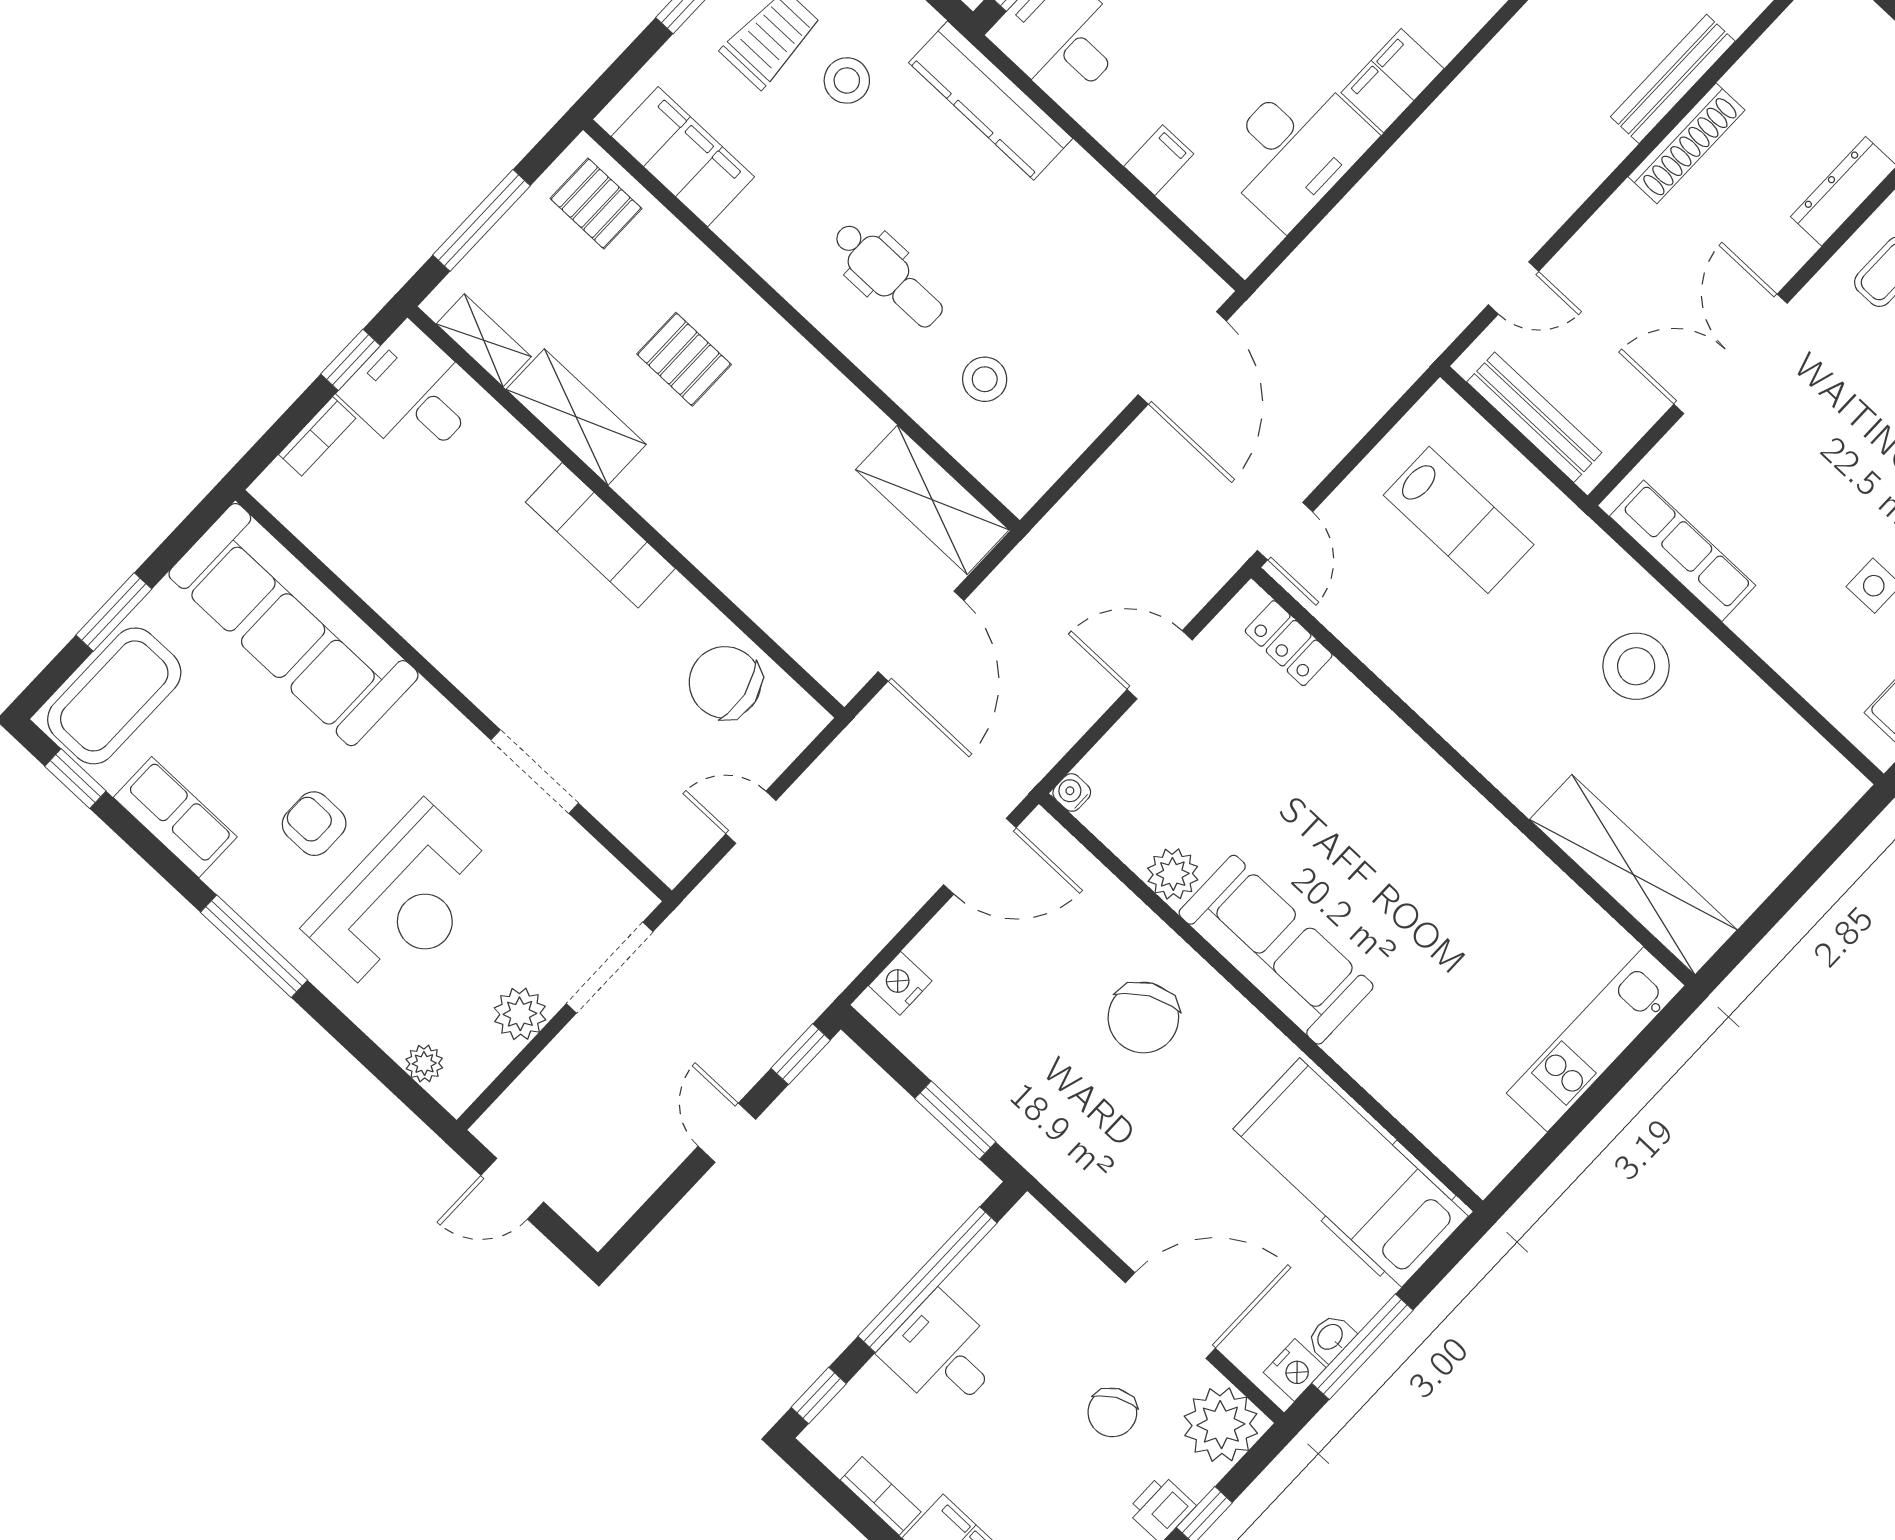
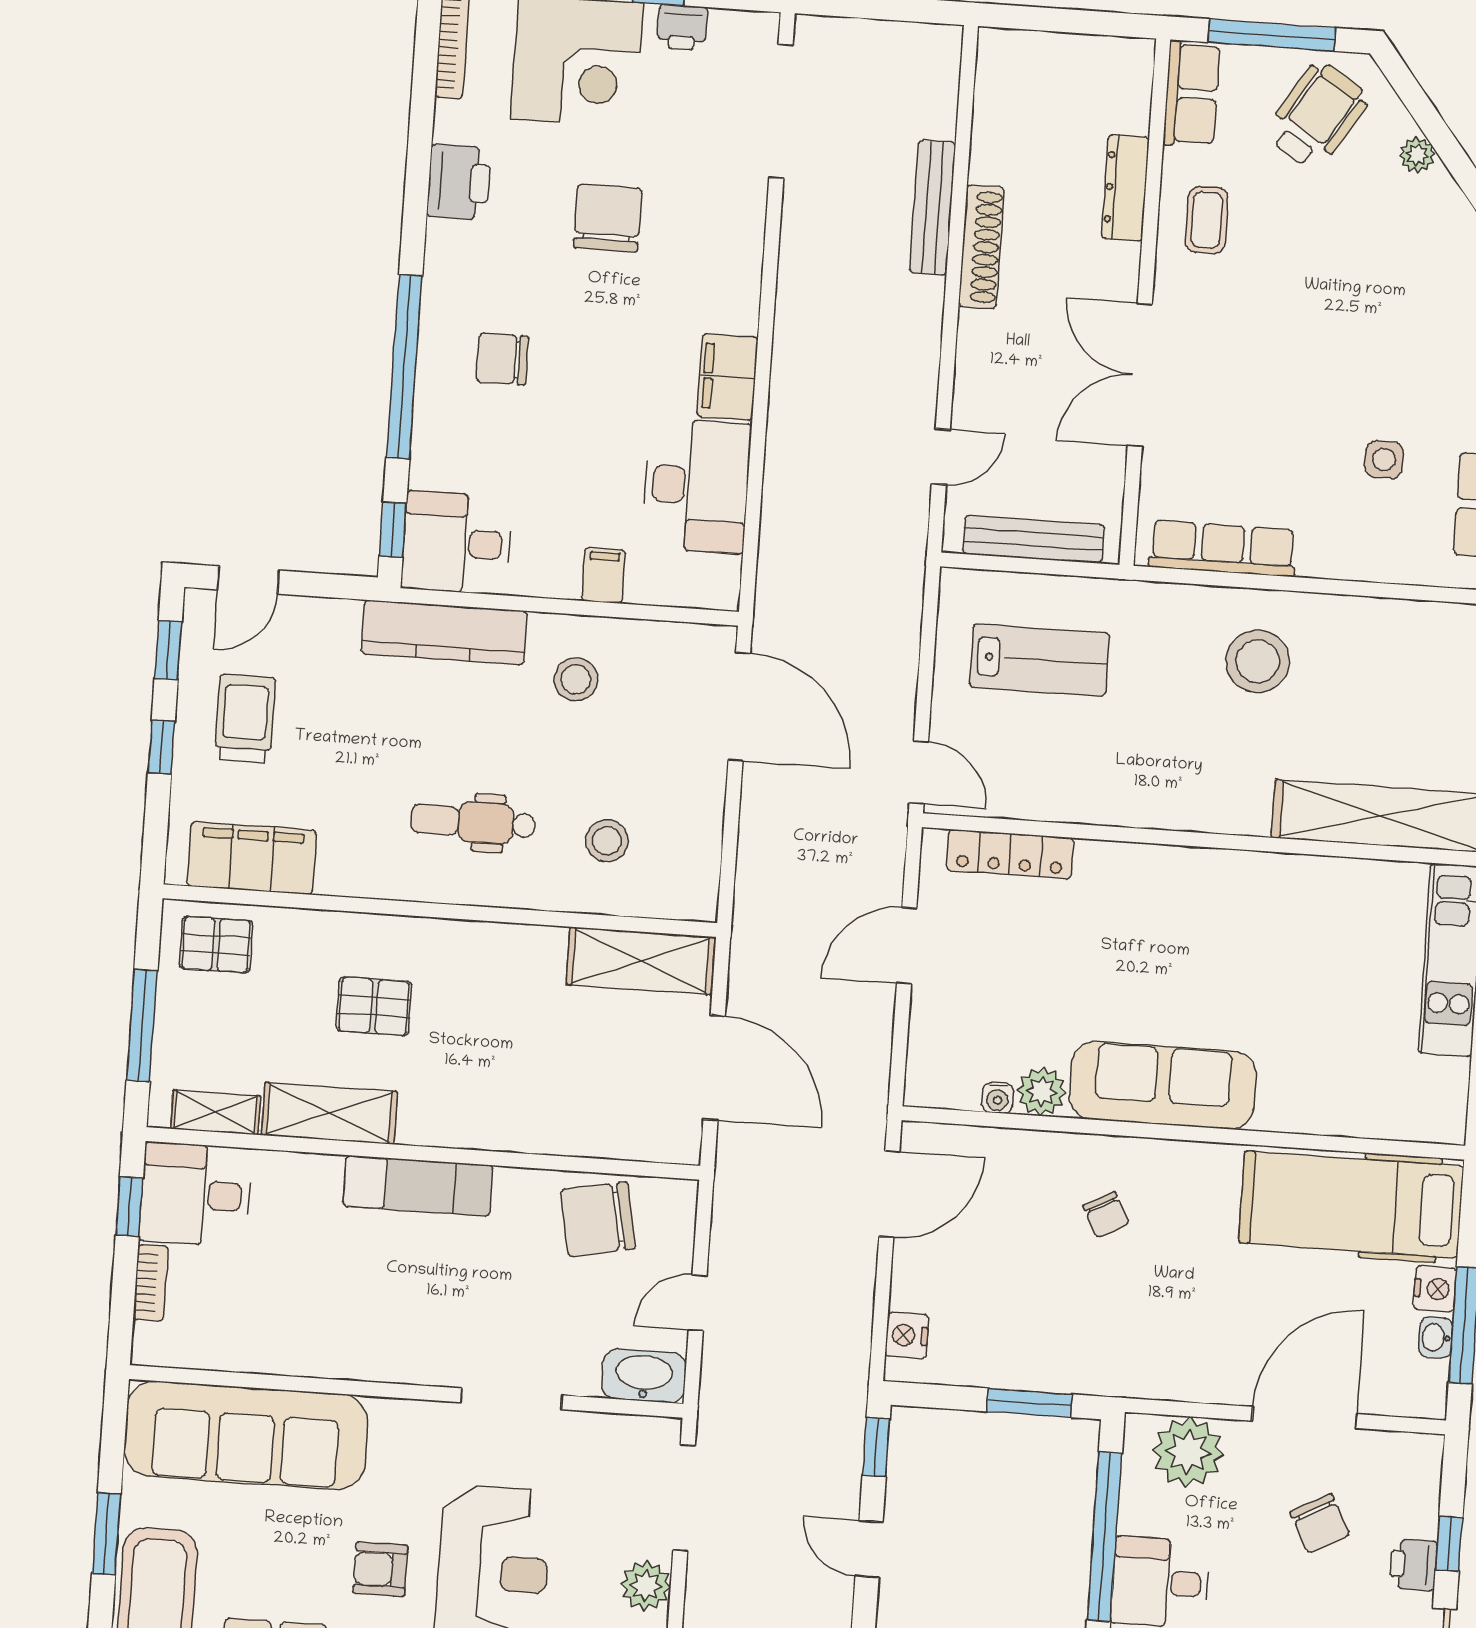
stool: (847, 80) -> (576, 680), moved
dental chair: (888, 275) -> (473, 822), turned 180
locker: (1289, 643) -> (1010, 854), width x1.53
water cooler: (1072, 792) -> (998, 1098), moved, turned -90
washbasin: (658, 841) -> (644, 1376), added
chair: (1143, 1018) -> (1106, 1215), width x0.54, depth x0.54
nightstand: (1295, 1370) -> (1435, 1289), moved
plant: (1221, 1425) -> (1188, 1452), moved

